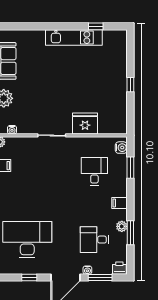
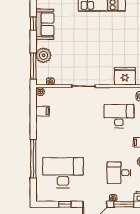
fridge: (85, 124) -> (125, 76), moved
desk: (94, 171) -> (119, 116), width x1.37

